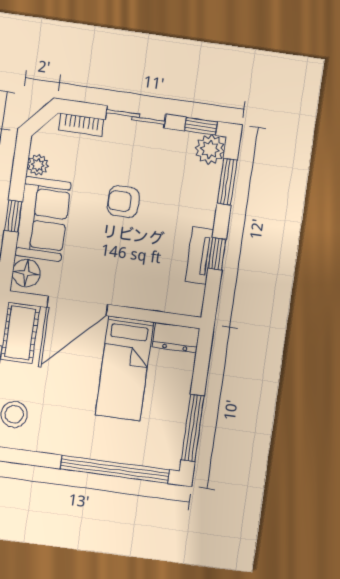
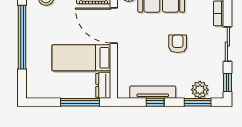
plant: (210, 149) -> (200, 90), moved
tv unit: (199, 255) -> (153, 92), width x1.41
window: (193, 428) -> (80, 102), moved
window: (115, 469) -> (22, 37), moved

